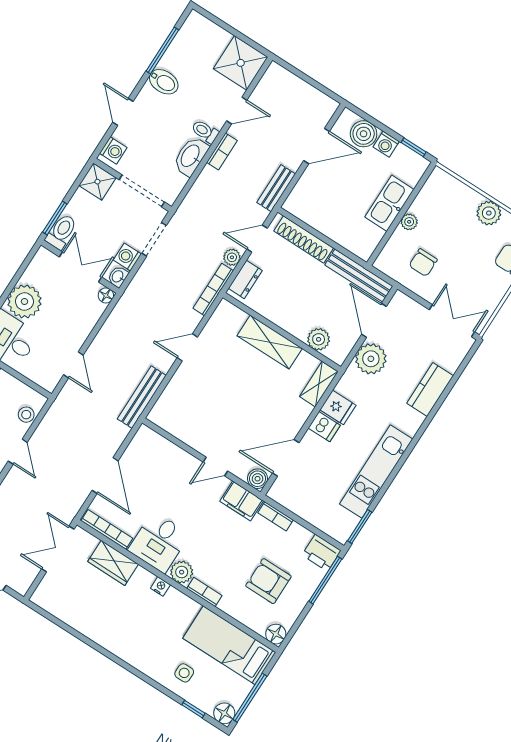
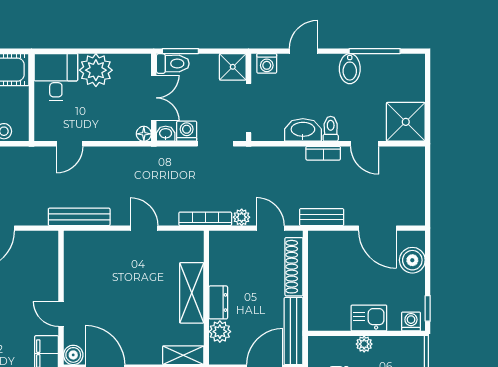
washing machine: (386, 144) -> (411, 321), moved, turned 90
kitchen sink: (389, 203) -> (369, 318), width x0.73
dresser: (245, 279) -> (218, 302), moved, turned -90

